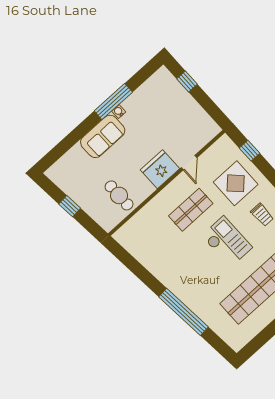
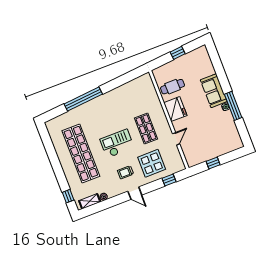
window: (187, 81) -> (213, 163), moved
door: (189, 163) -> (176, 139), swing flipped
fridge: (160, 169) -> (175, 109), moved
checkout: (227, 242) -> (117, 144), turned 180

